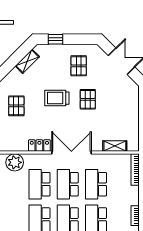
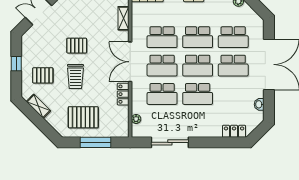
window: (55, 39) -> (16, 64), moved
pallet: (79, 66) -> (43, 75), moved
pallet: (16, 106) -> (83, 117), width x1.50, depth x1.42
plant: (15, 162) -> (136, 119), width x0.53, depth x0.53

